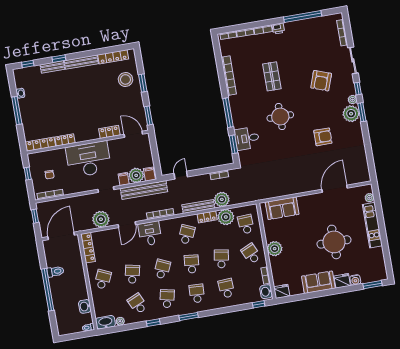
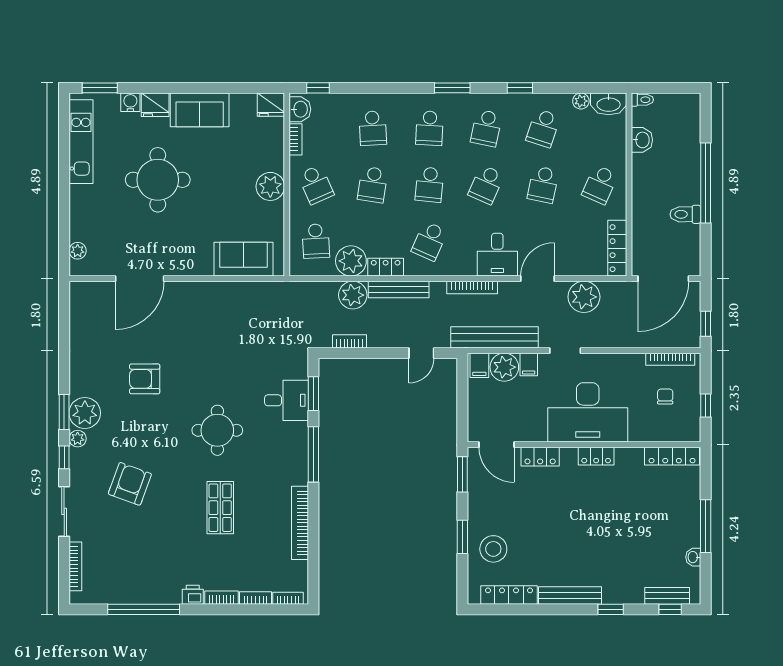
bench: (52, 67) -> (667, 596), moved
locker: (65, 140) -> (596, 456), moved
kitchen unit: (372, 225) -> (81, 142), moved
school desk: (137, 304) -> (543, 128), turned 42

